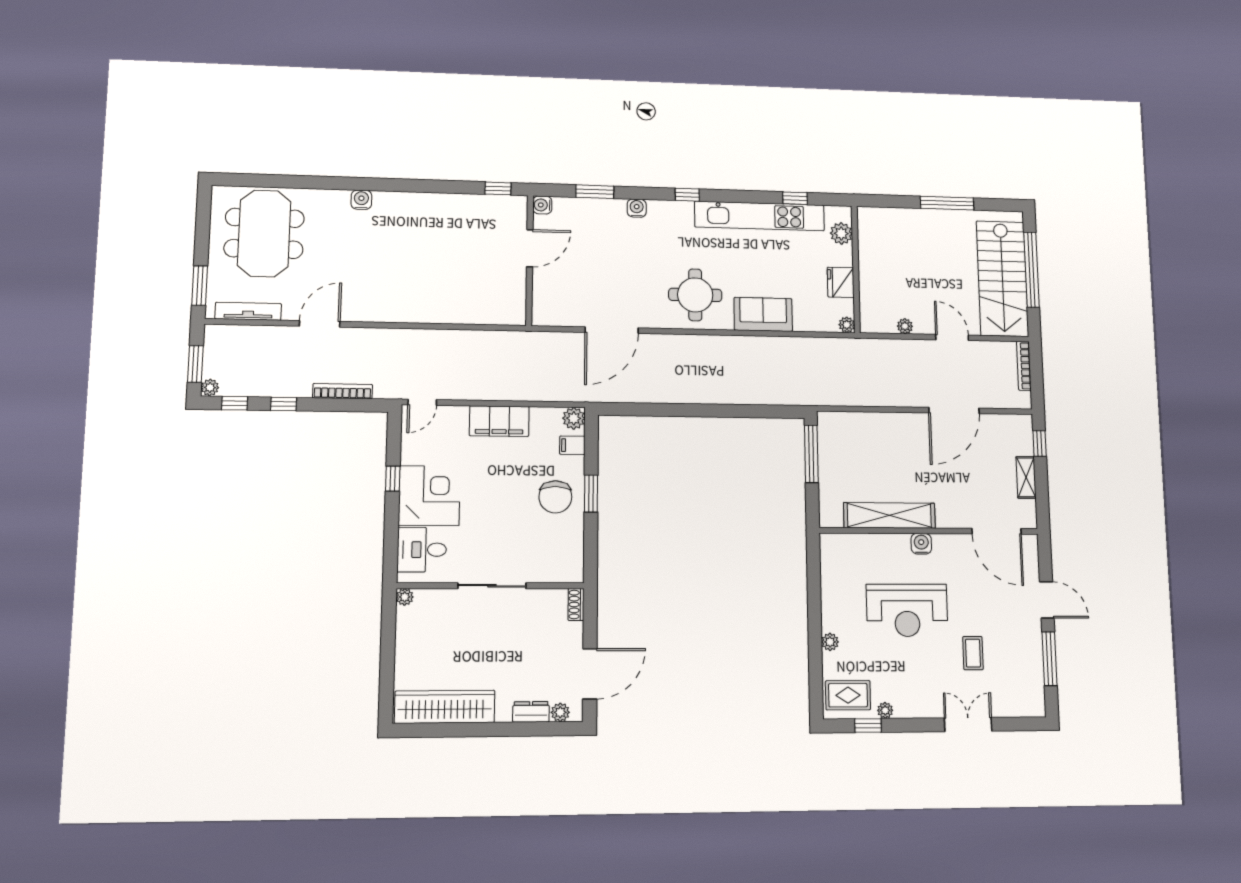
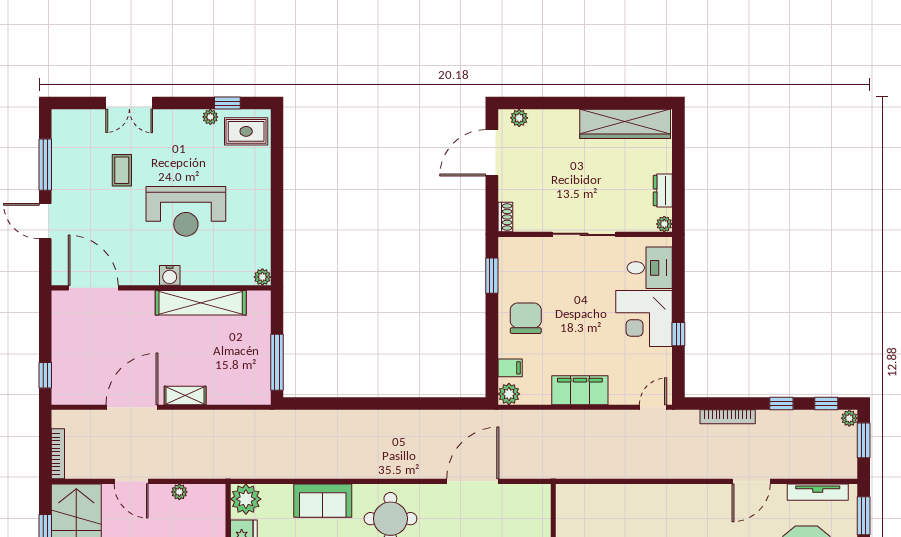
plant: (847, 325) -> (246, 499), width x1.87, depth x1.87
shelving: (1026, 477) -> (185, 395), moved, turned 90
window: (591, 493) -> (492, 276), moved
reception desk: (907, 610) -> (186, 211), turned 180
plant: (830, 642) -> (262, 277), moved
dresser: (531, 712) -> (663, 191), moved, turned 90

